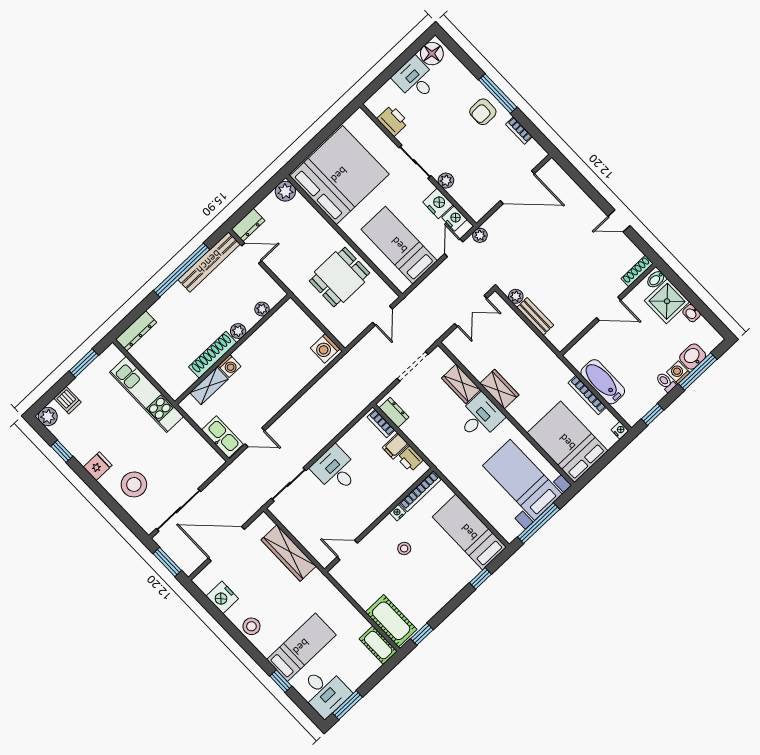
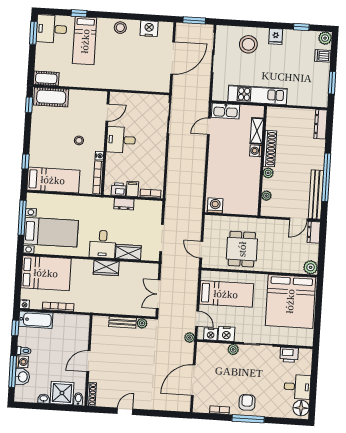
bathtub: (603, 382) -> (36, 320), moved
kitchen unit: (147, 394) -> (257, 95), moved
dresser: (394, 412) -> (124, 204), moved
desk: (336, 470) -> (121, 140), moved, turned 180
wardrobe: (289, 553) -> (136, 83), removed

